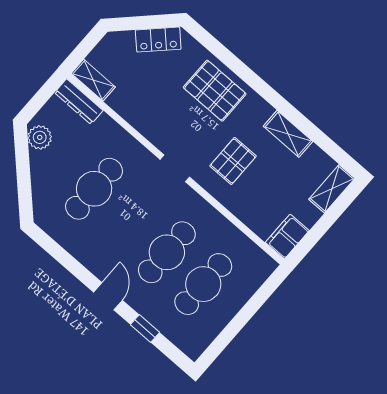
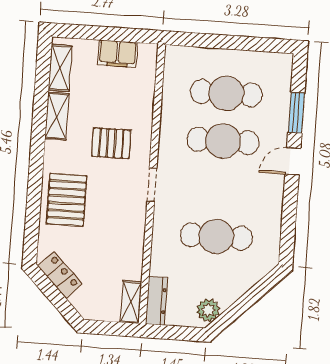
shelving: (332, 189) -> (60, 68), moved, turned 90
filing cabinet: (287, 237) -> (118, 54), moved
window: (145, 329) -> (296, 113), width x1.50

